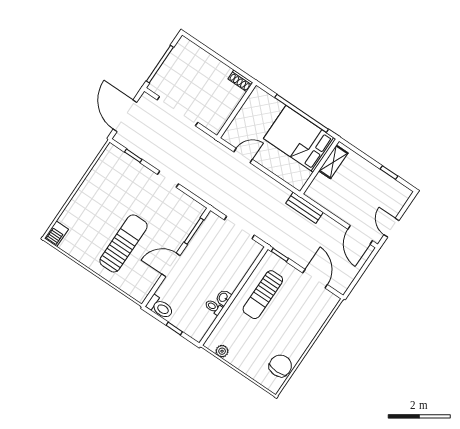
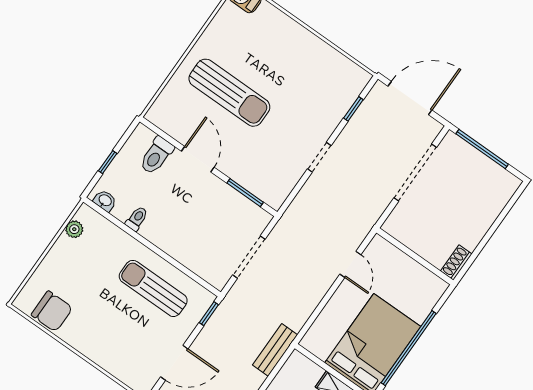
washbasin: (223, 297) -> (105, 201), moved
toilet: (160, 307) -> (156, 155), moved

